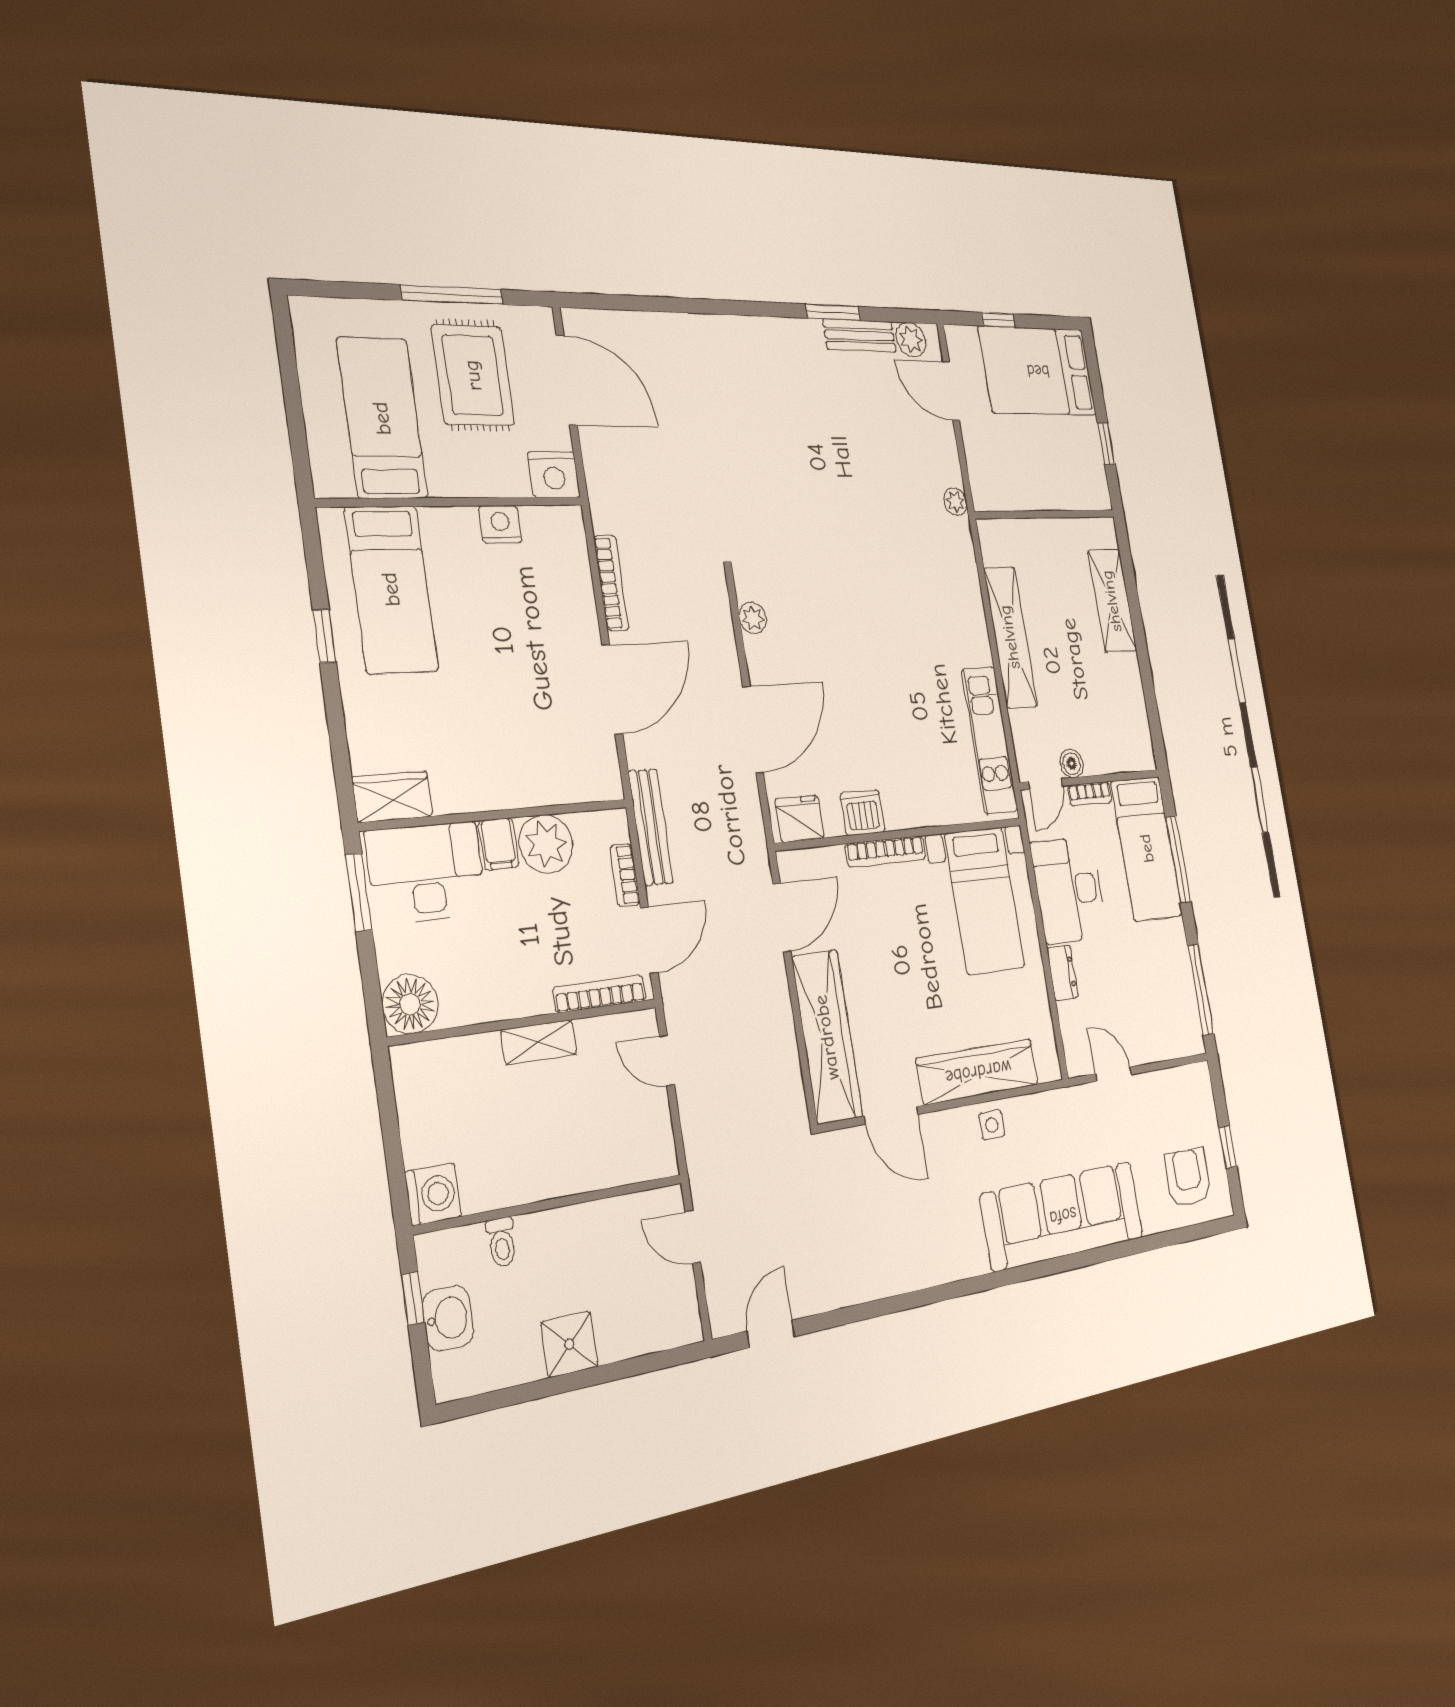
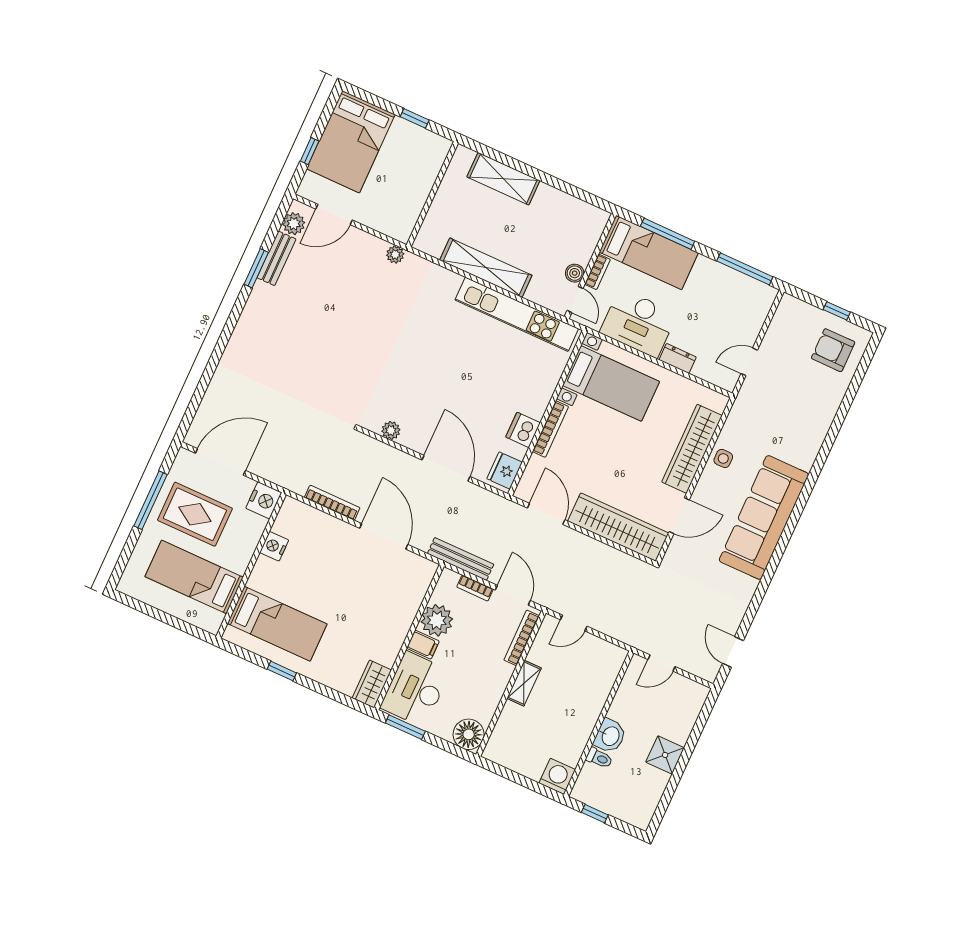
kitchen unit: (990, 740) -> (517, 314), width x1.36
sofa: (1063, 1216) -> (764, 517), moved
washbasin: (448, 1318) -> (610, 736), moved, turned 90

